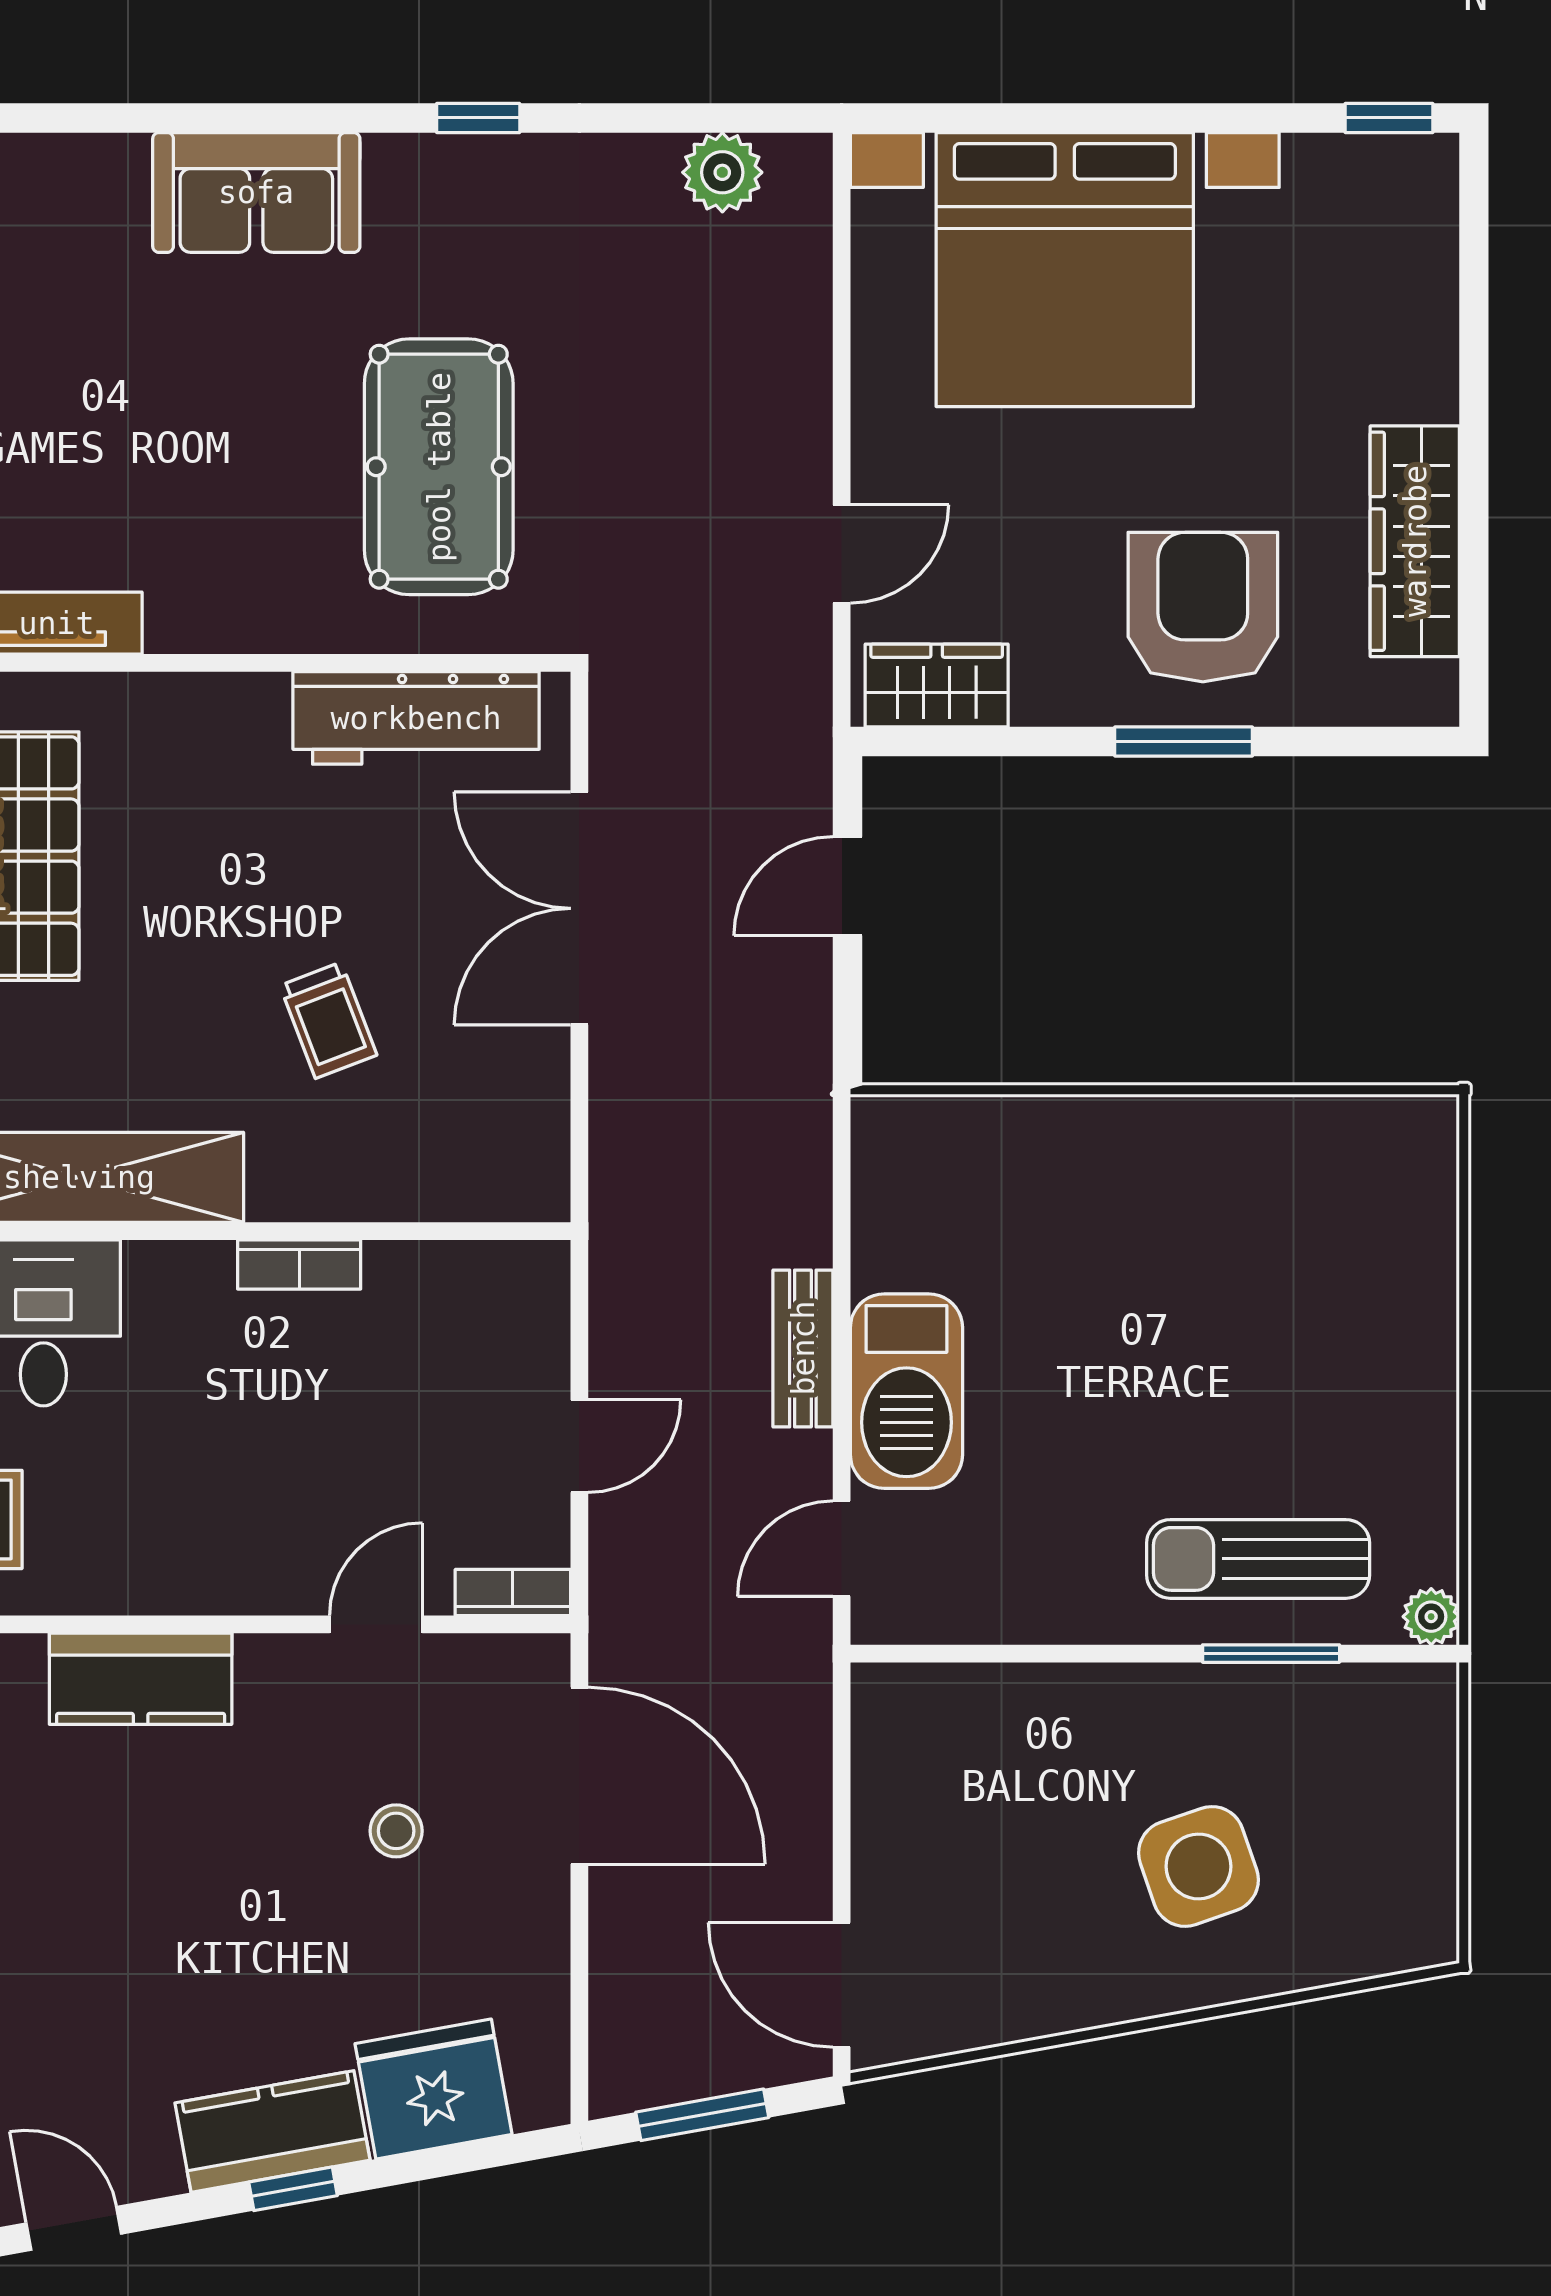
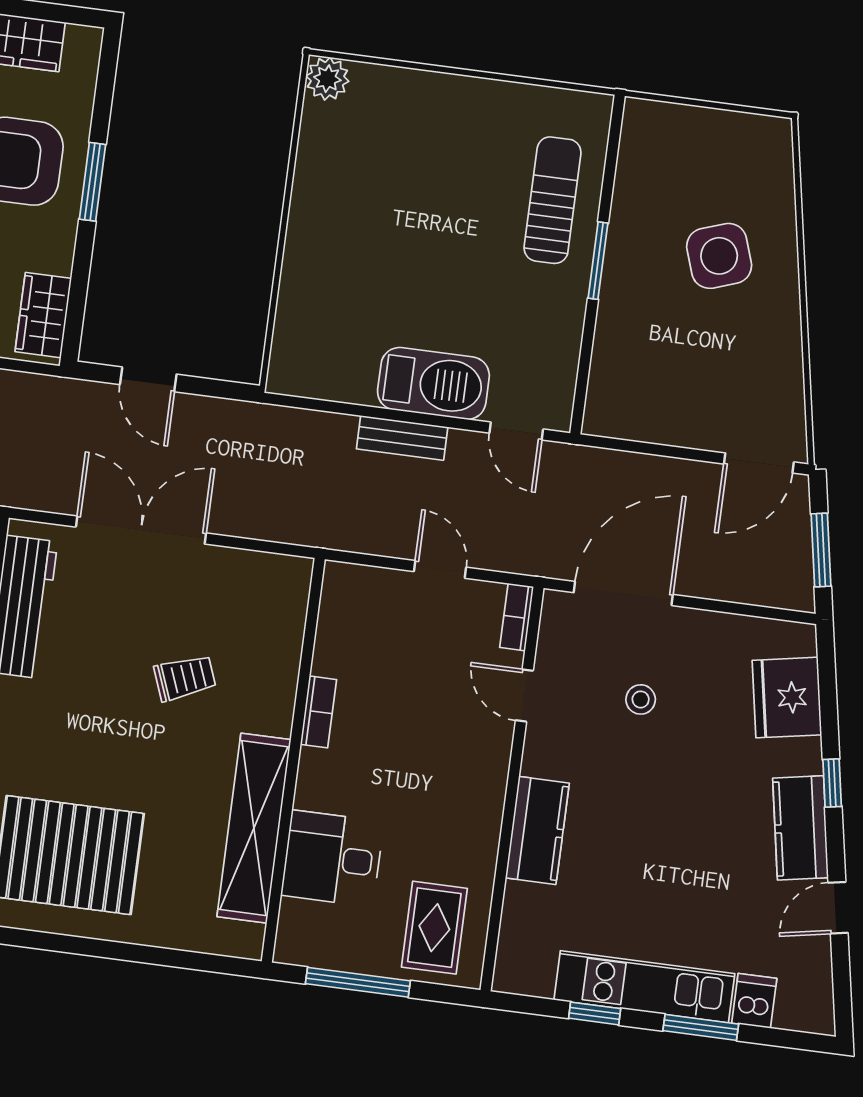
double door: (579, 908) -> (141, 530), swing flipped
sun lounger: (1258, 1559) -> (553, 200), turned 180
plant: (1431, 1617) -> (327, 79), moved, width x1.38, depth x1.38
window: (1271, 1654) -> (598, 261), moved
kitchen counter: (272, 2131) -> (801, 828), moved

